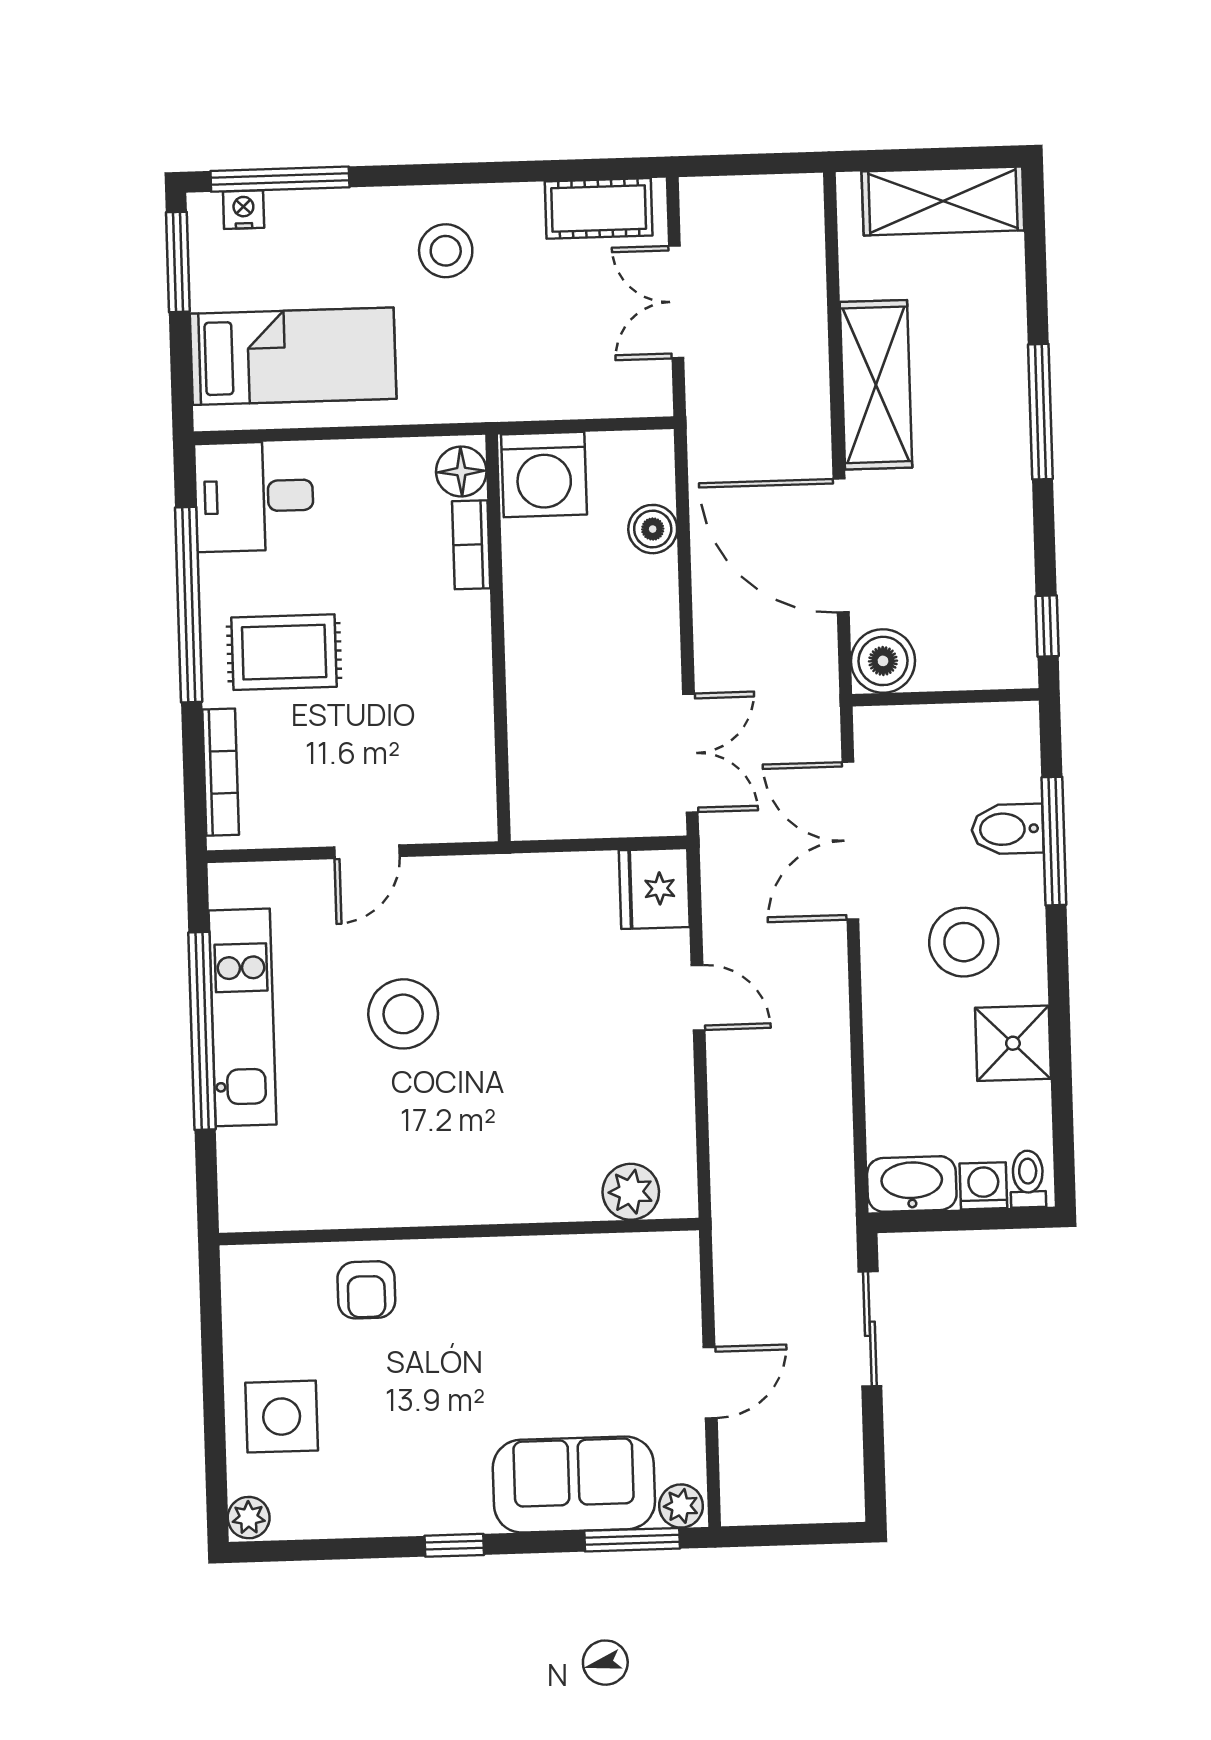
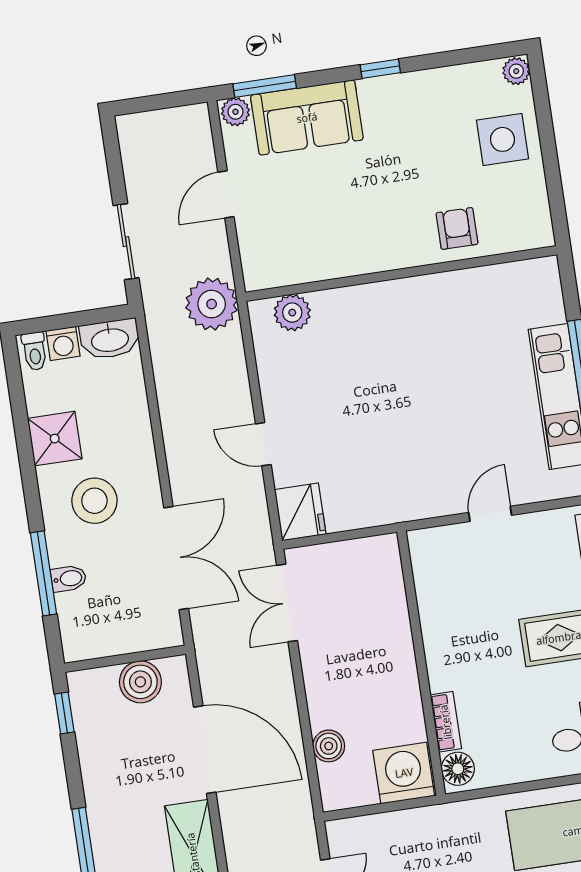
boiler: (883, 661) -> (140, 682), moved
bidet: (1007, 829) -> (69, 579), width x0.72, depth x0.74
stool: (403, 1014) -> (454, 411), removed
plant: (751, 1219) -> (212, 304), added

